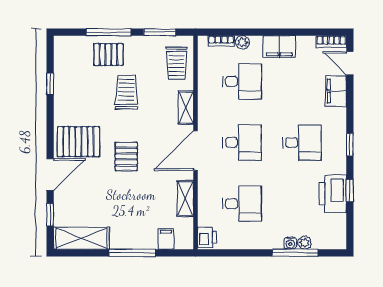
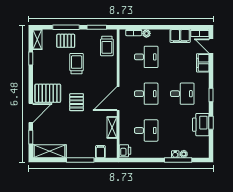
filing cabinet: (279, 47) -> (180, 36), moved
shelving: (186, 108) -> (37, 40), moved

